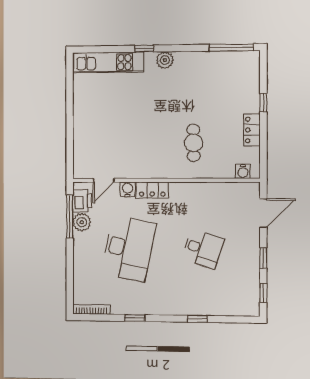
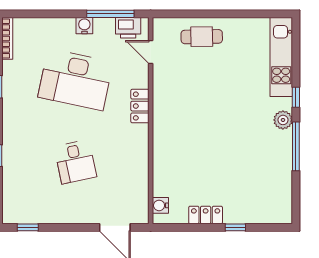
window: (231, 47) -> (296, 146), moved
cafe table: (194, 143) -> (202, 37), moved
water cooler: (128, 189) -> (84, 26), moved, turned -90
plant: (82, 222) -> (104, 28), removed
desk: (203, 249) -> (75, 162), turned -30
window: (263, 258) -> (66, 227), removed

